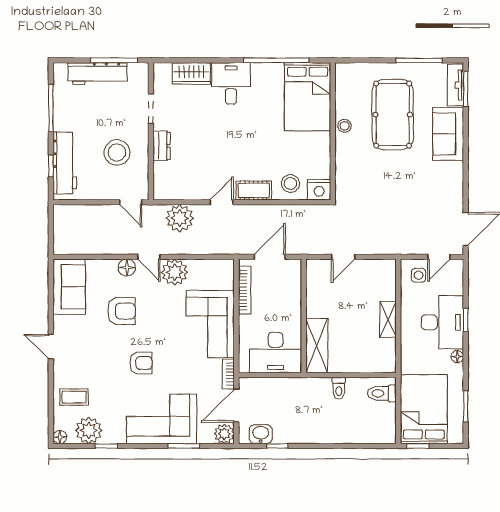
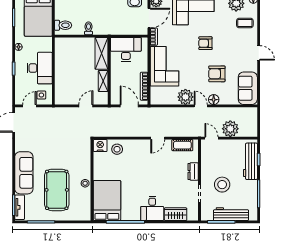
sofa: (448, 134) -> (24, 173), width x1.36
stool: (117, 152) -> (222, 185), moved
cot: (254, 190) -> (182, 145), moved
plant: (180, 218) -> (230, 129), moved
door: (270, 257) -> (129, 106), swing flipped
shelving: (388, 319) -> (103, 81), moved
desk: (442, 322) -> (40, 68), moved, turned 180

